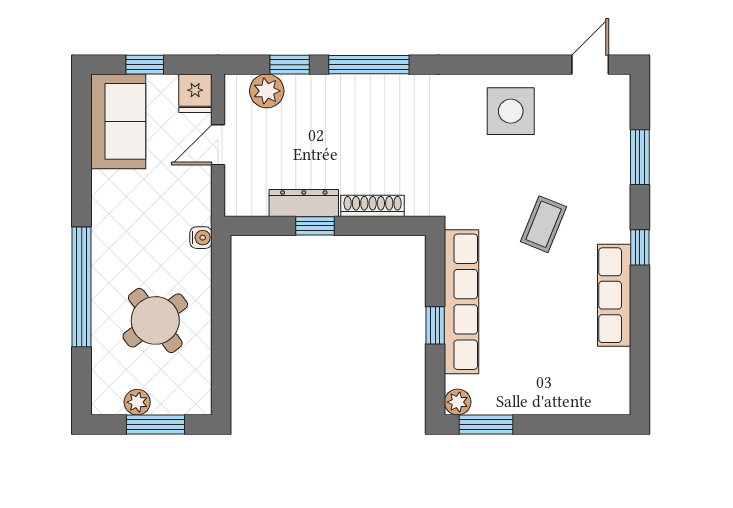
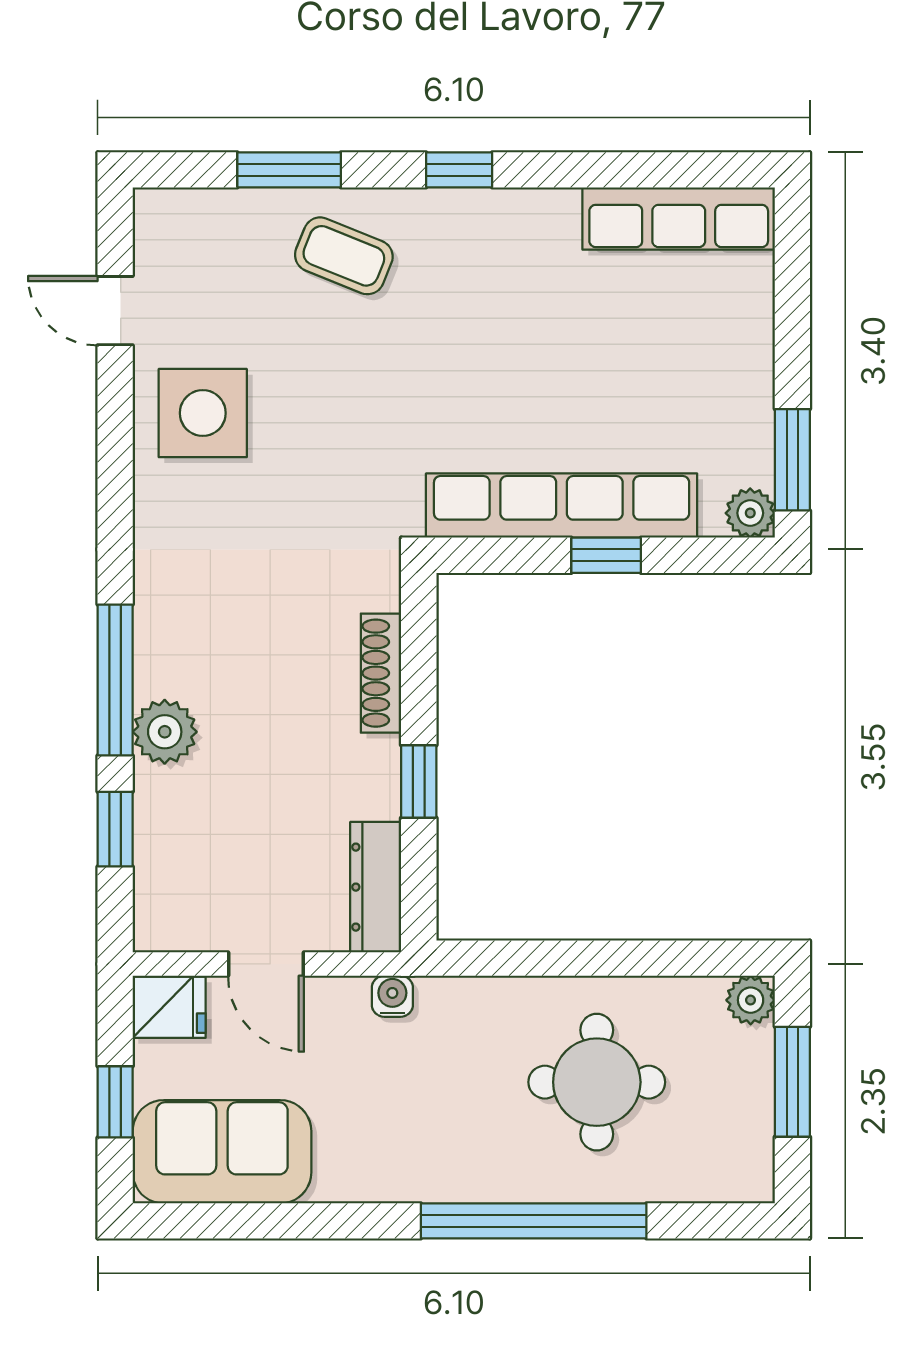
door: (590, 65) -> (115, 311), moved
plant: (267, 91) -> (165, 732), moved
dresser: (304, 203) -> (376, 887), moved
coffee table: (544, 224) -> (344, 256), moved
water cooler: (201, 238) -> (392, 996), moved
row of seats: (614, 295) -> (679, 219), moved
round table: (155, 320) -> (597, 1082), turned 37
plant: (137, 402) -> (751, 1000), moved

